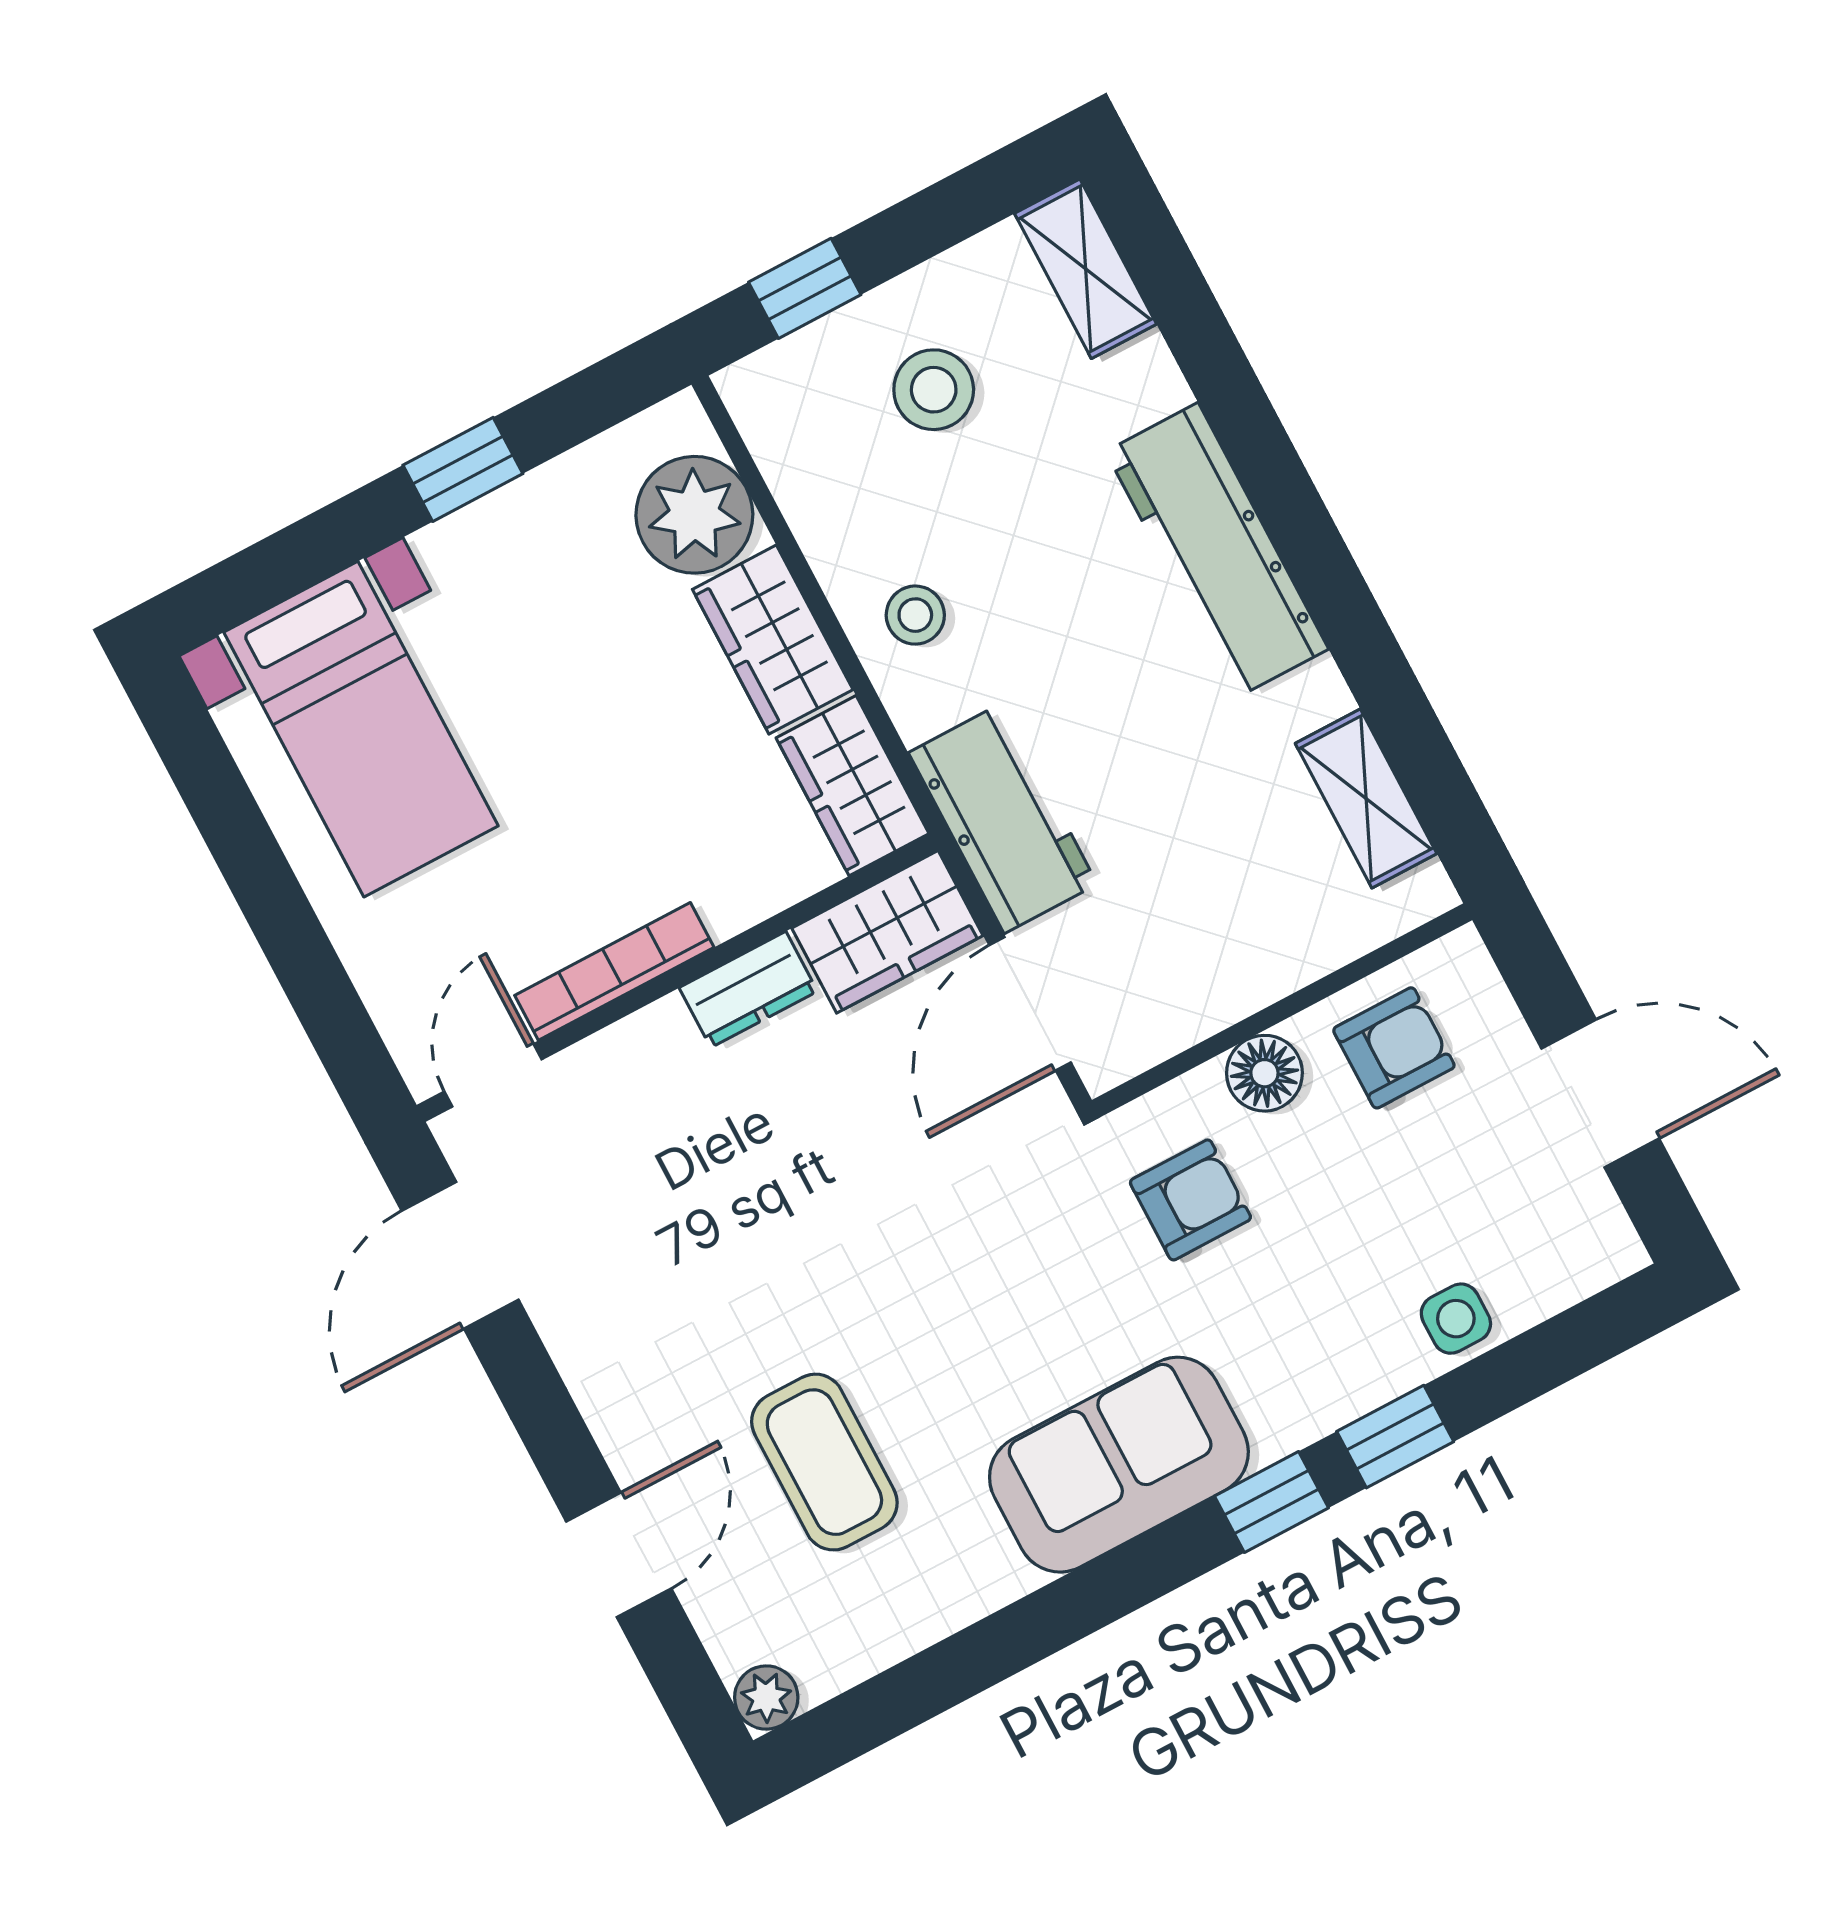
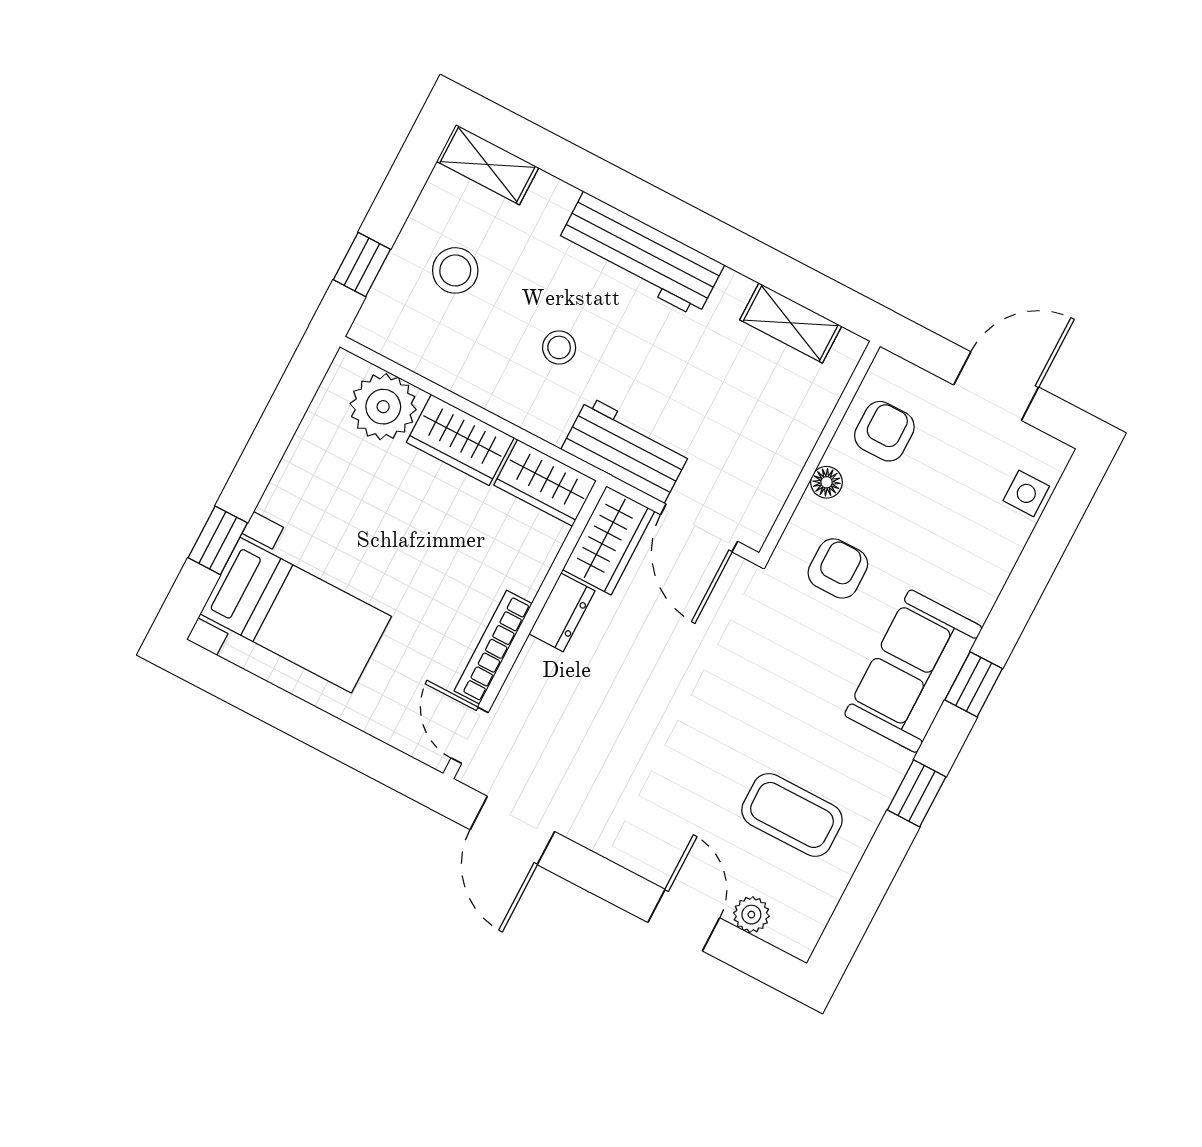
window: (463, 469) -> (218, 540), moved
stool: (915, 615) -> (559, 347), moved
floor lamp: (1264, 1073) -> (827, 482), width x0.73, depth x0.73
side table: (1456, 1319) -> (1026, 493), moved
window: (1395, 1437) -> (917, 793), moved
coffee table: (824, 1462) -> (792, 815), moved
sofa: (1119, 1465) -> (913, 671), moved
plant: (766, 1698) -> (751, 915), moved

